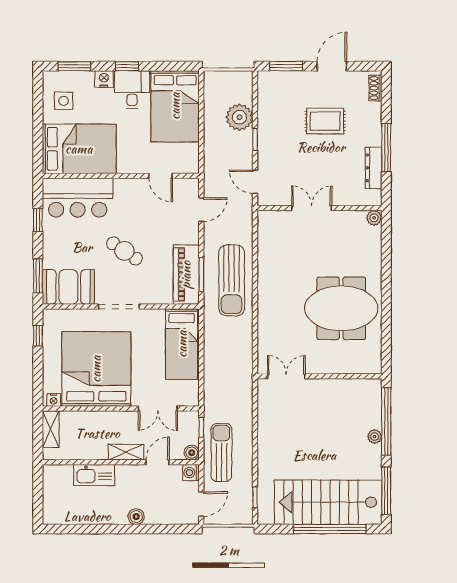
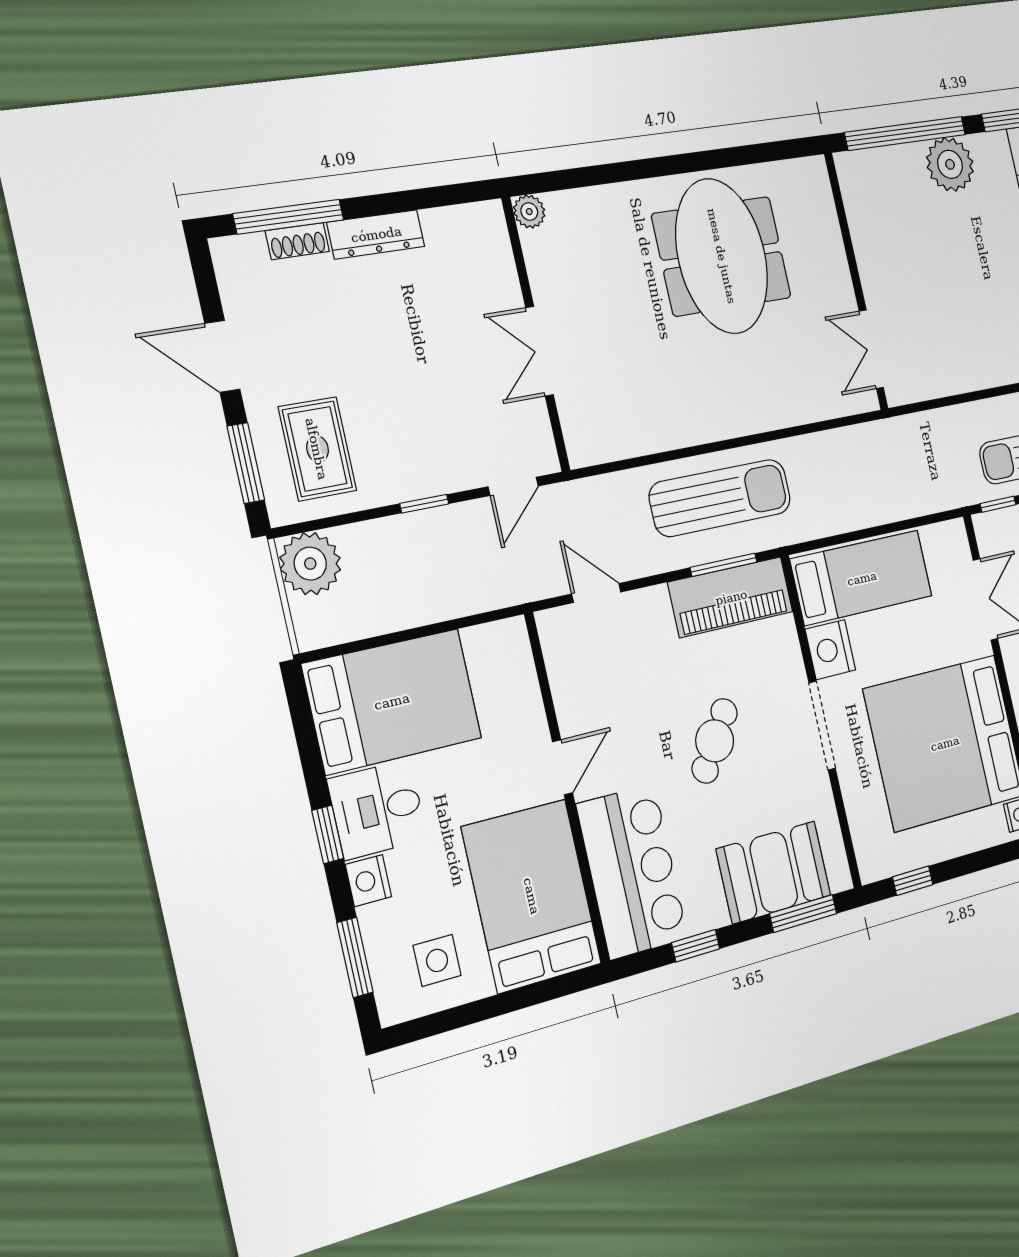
shoe rack: (375, 88) -> (297, 241), moved
plant: (239, 117) -> (310, 564), moved
rug: (325, 121) -> (317, 449), moved
window: (386, 147) -> (289, 217), moved
dresser: (374, 168) -> (376, 234), moved
door: (161, 176) -> (563, 767), moved
booth: (68, 287) -> (774, 872), moved, turned 90
nightstand: (152, 319) -> (830, 650), added
plant: (375, 437) -> (950, 164), width x1.88, depth x1.88

